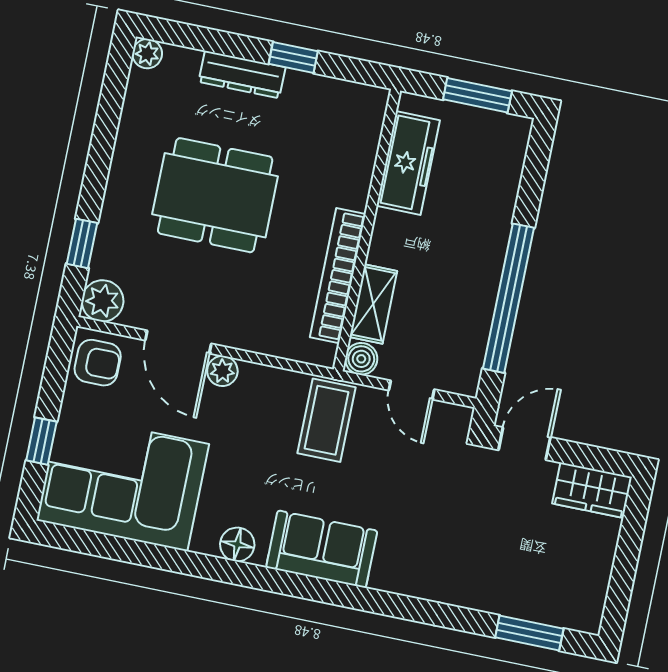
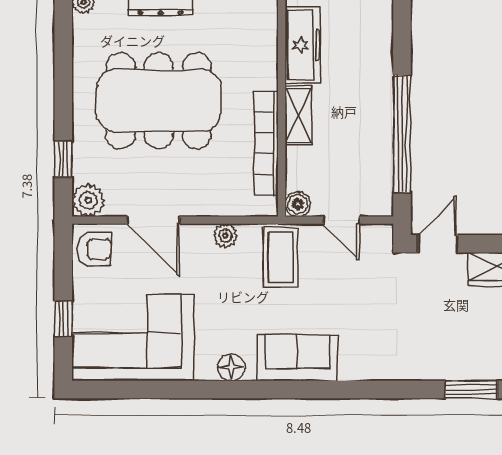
dining table: (215, 195) -> (159, 101), width x1.36, depth x1.24
shelving: (373, 304) -> (298, 115), moved
plant: (222, 371) -> (225, 236), moved

